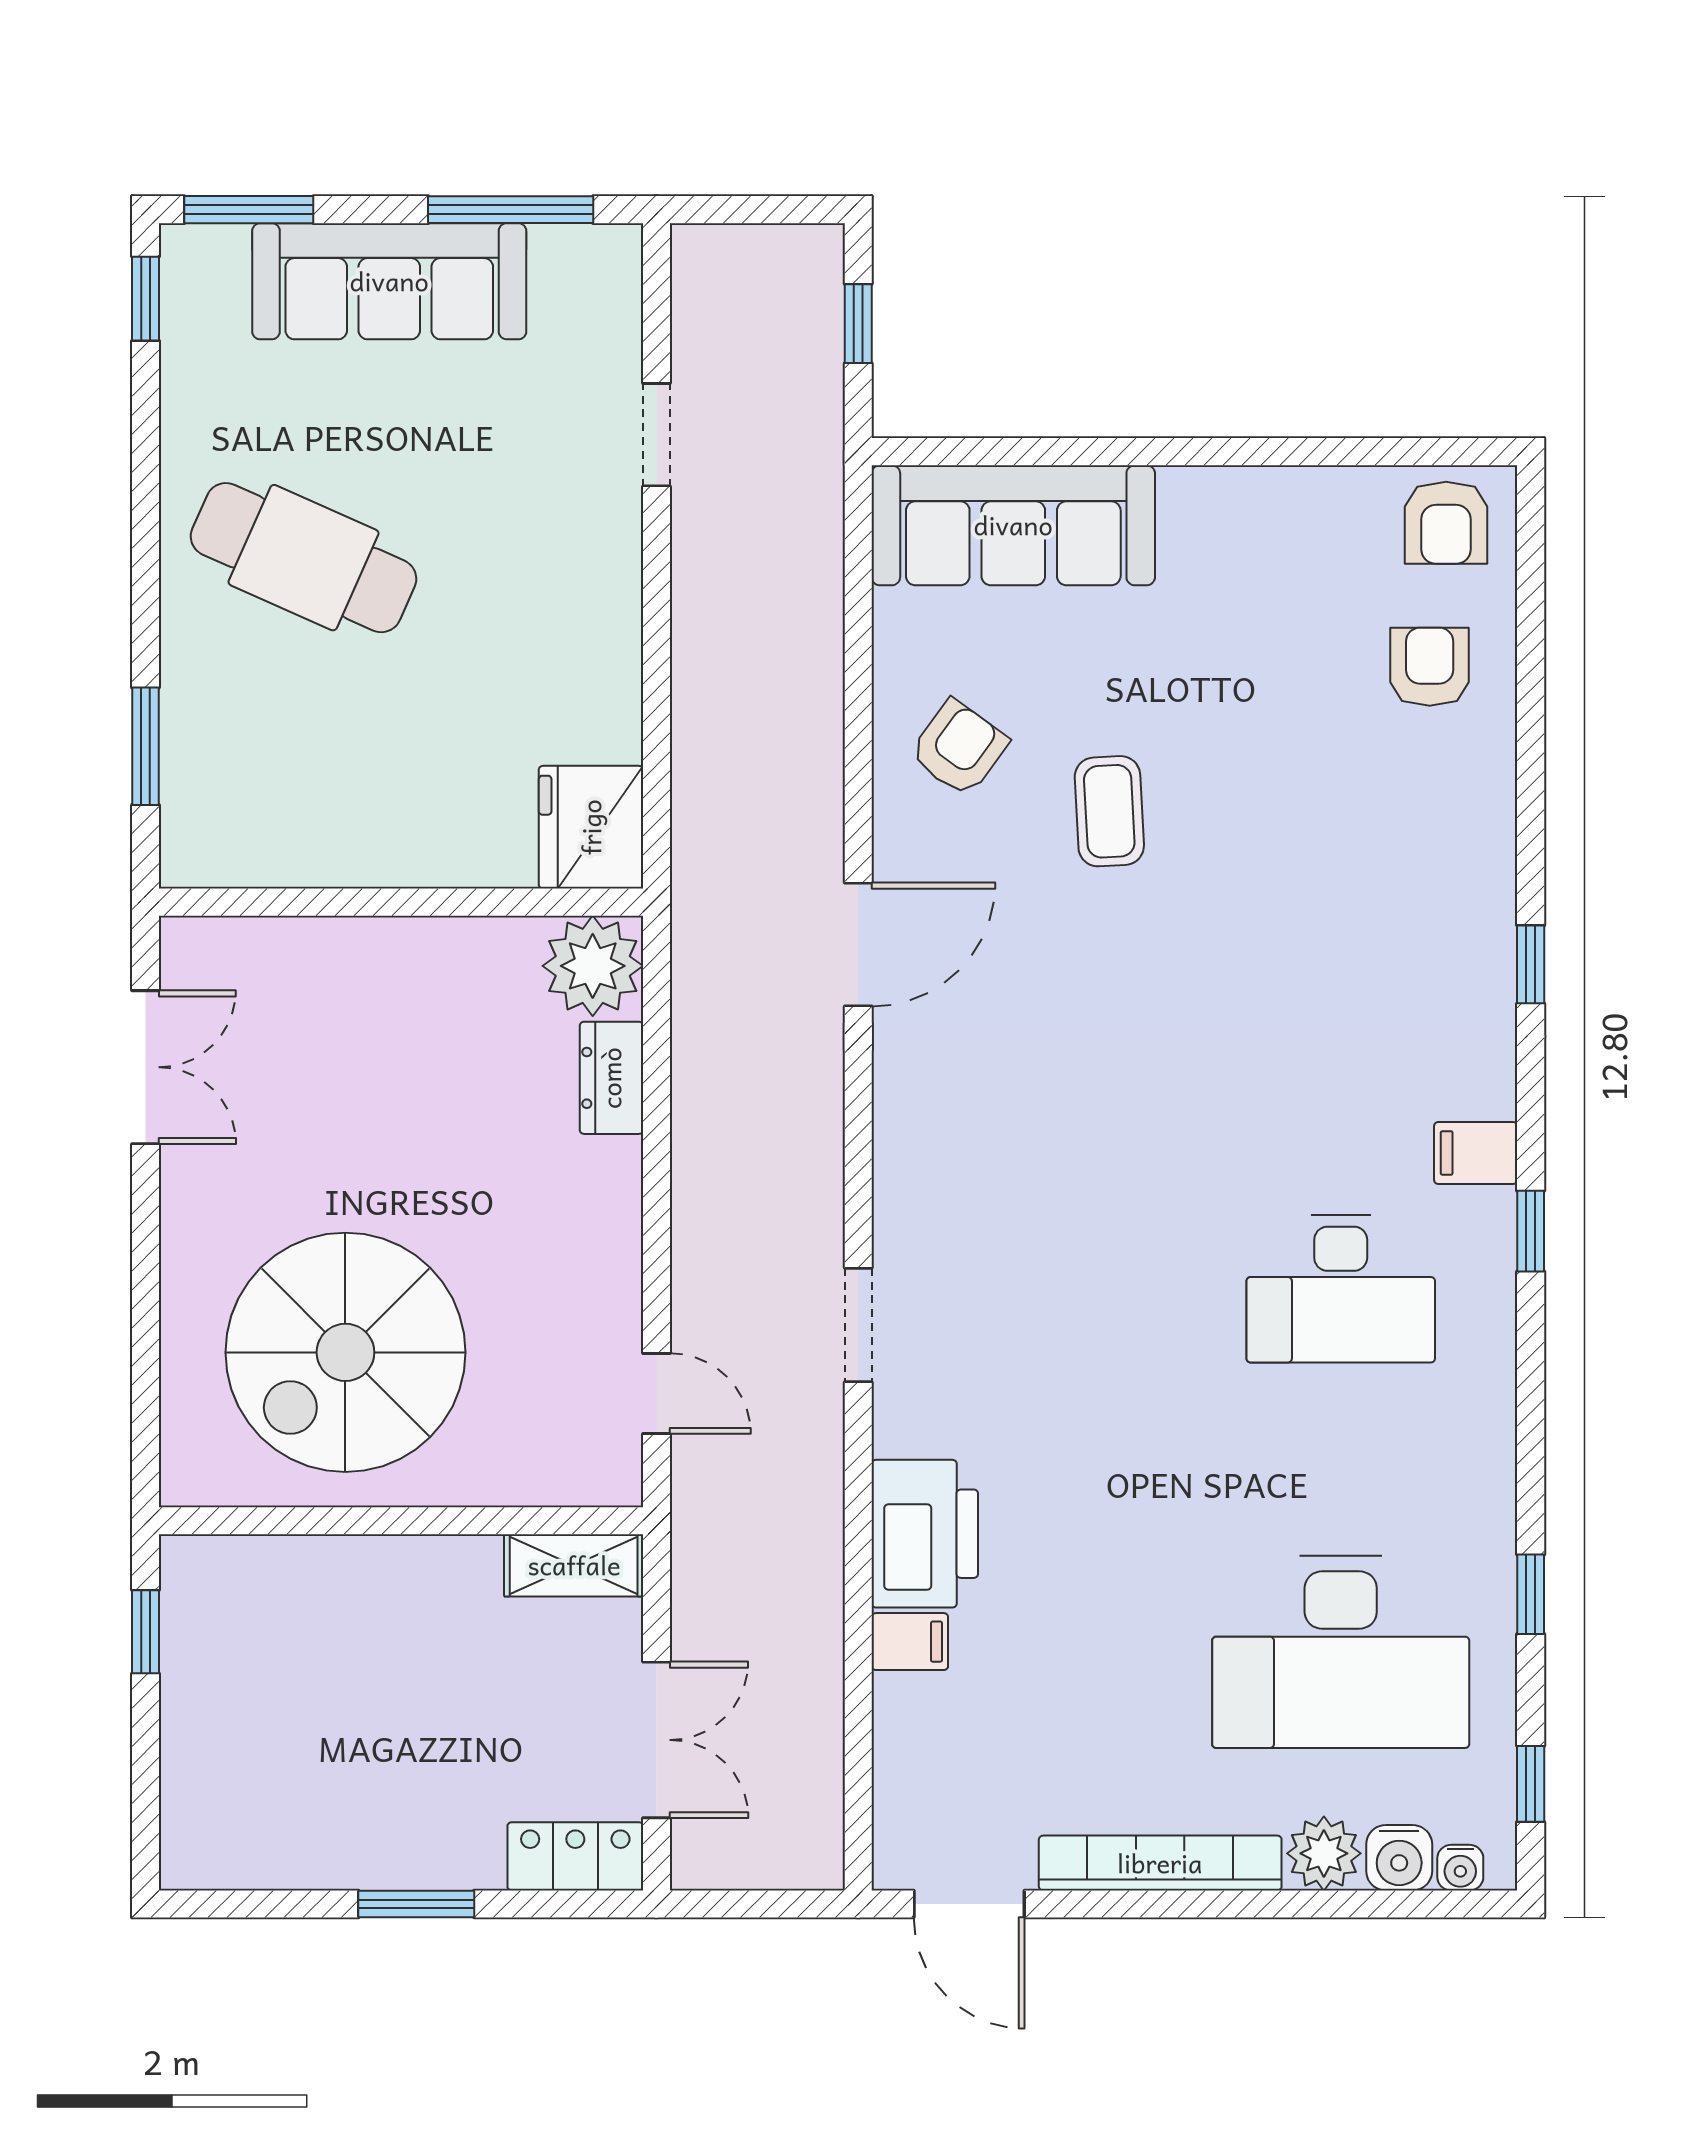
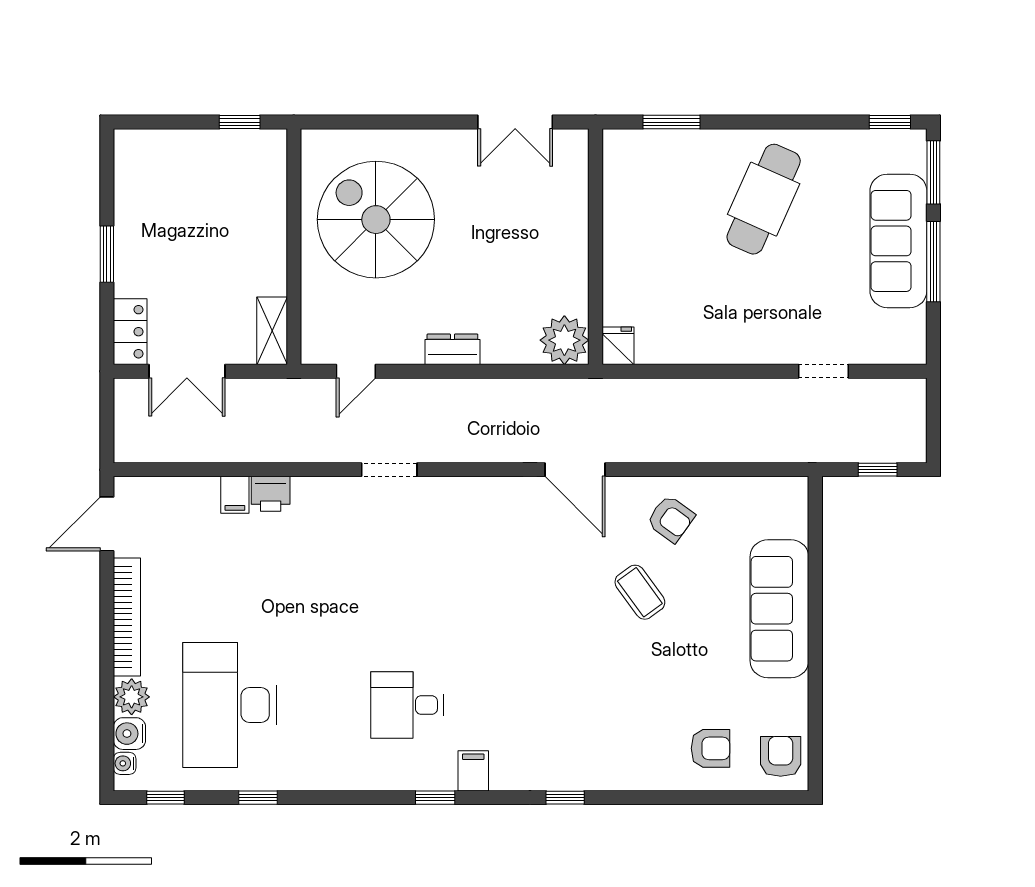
window: (511, 210) -> (933, 262), moved
armchair: (1446, 523) -> (781, 756), turned 90
sofa: (1013, 525) -> (779, 609), moved
coffee table: (1109, 811) -> (640, 592), turned 57
fridge: (591, 827) -> (618, 346), width x0.53, depth x0.75
dresser: (611, 1078) -> (452, 349), moved
desk: (1341, 1289) -> (407, 705), width x0.73
printer: (925, 1534) -> (271, 494), width x0.53, depth x0.68

